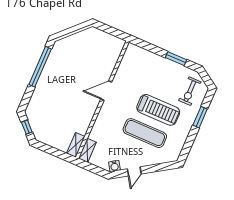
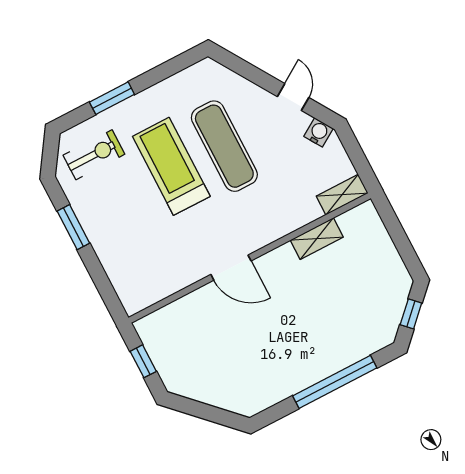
window: (111, 30) -> (143, 361), added
window: (40, 67) -> (335, 382), moved
shelving: (76, 145) -> (317, 239), moved
door: (134, 171) -> (293, 97), hinge flipped

